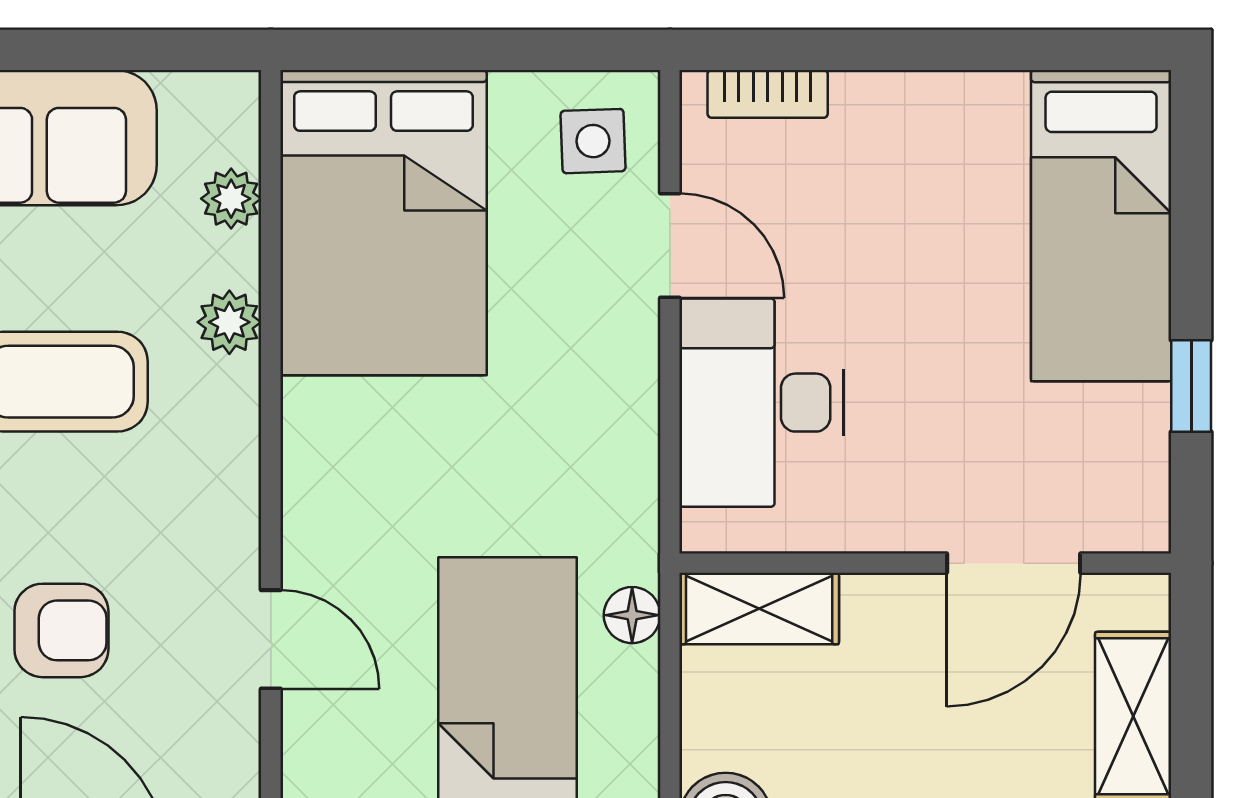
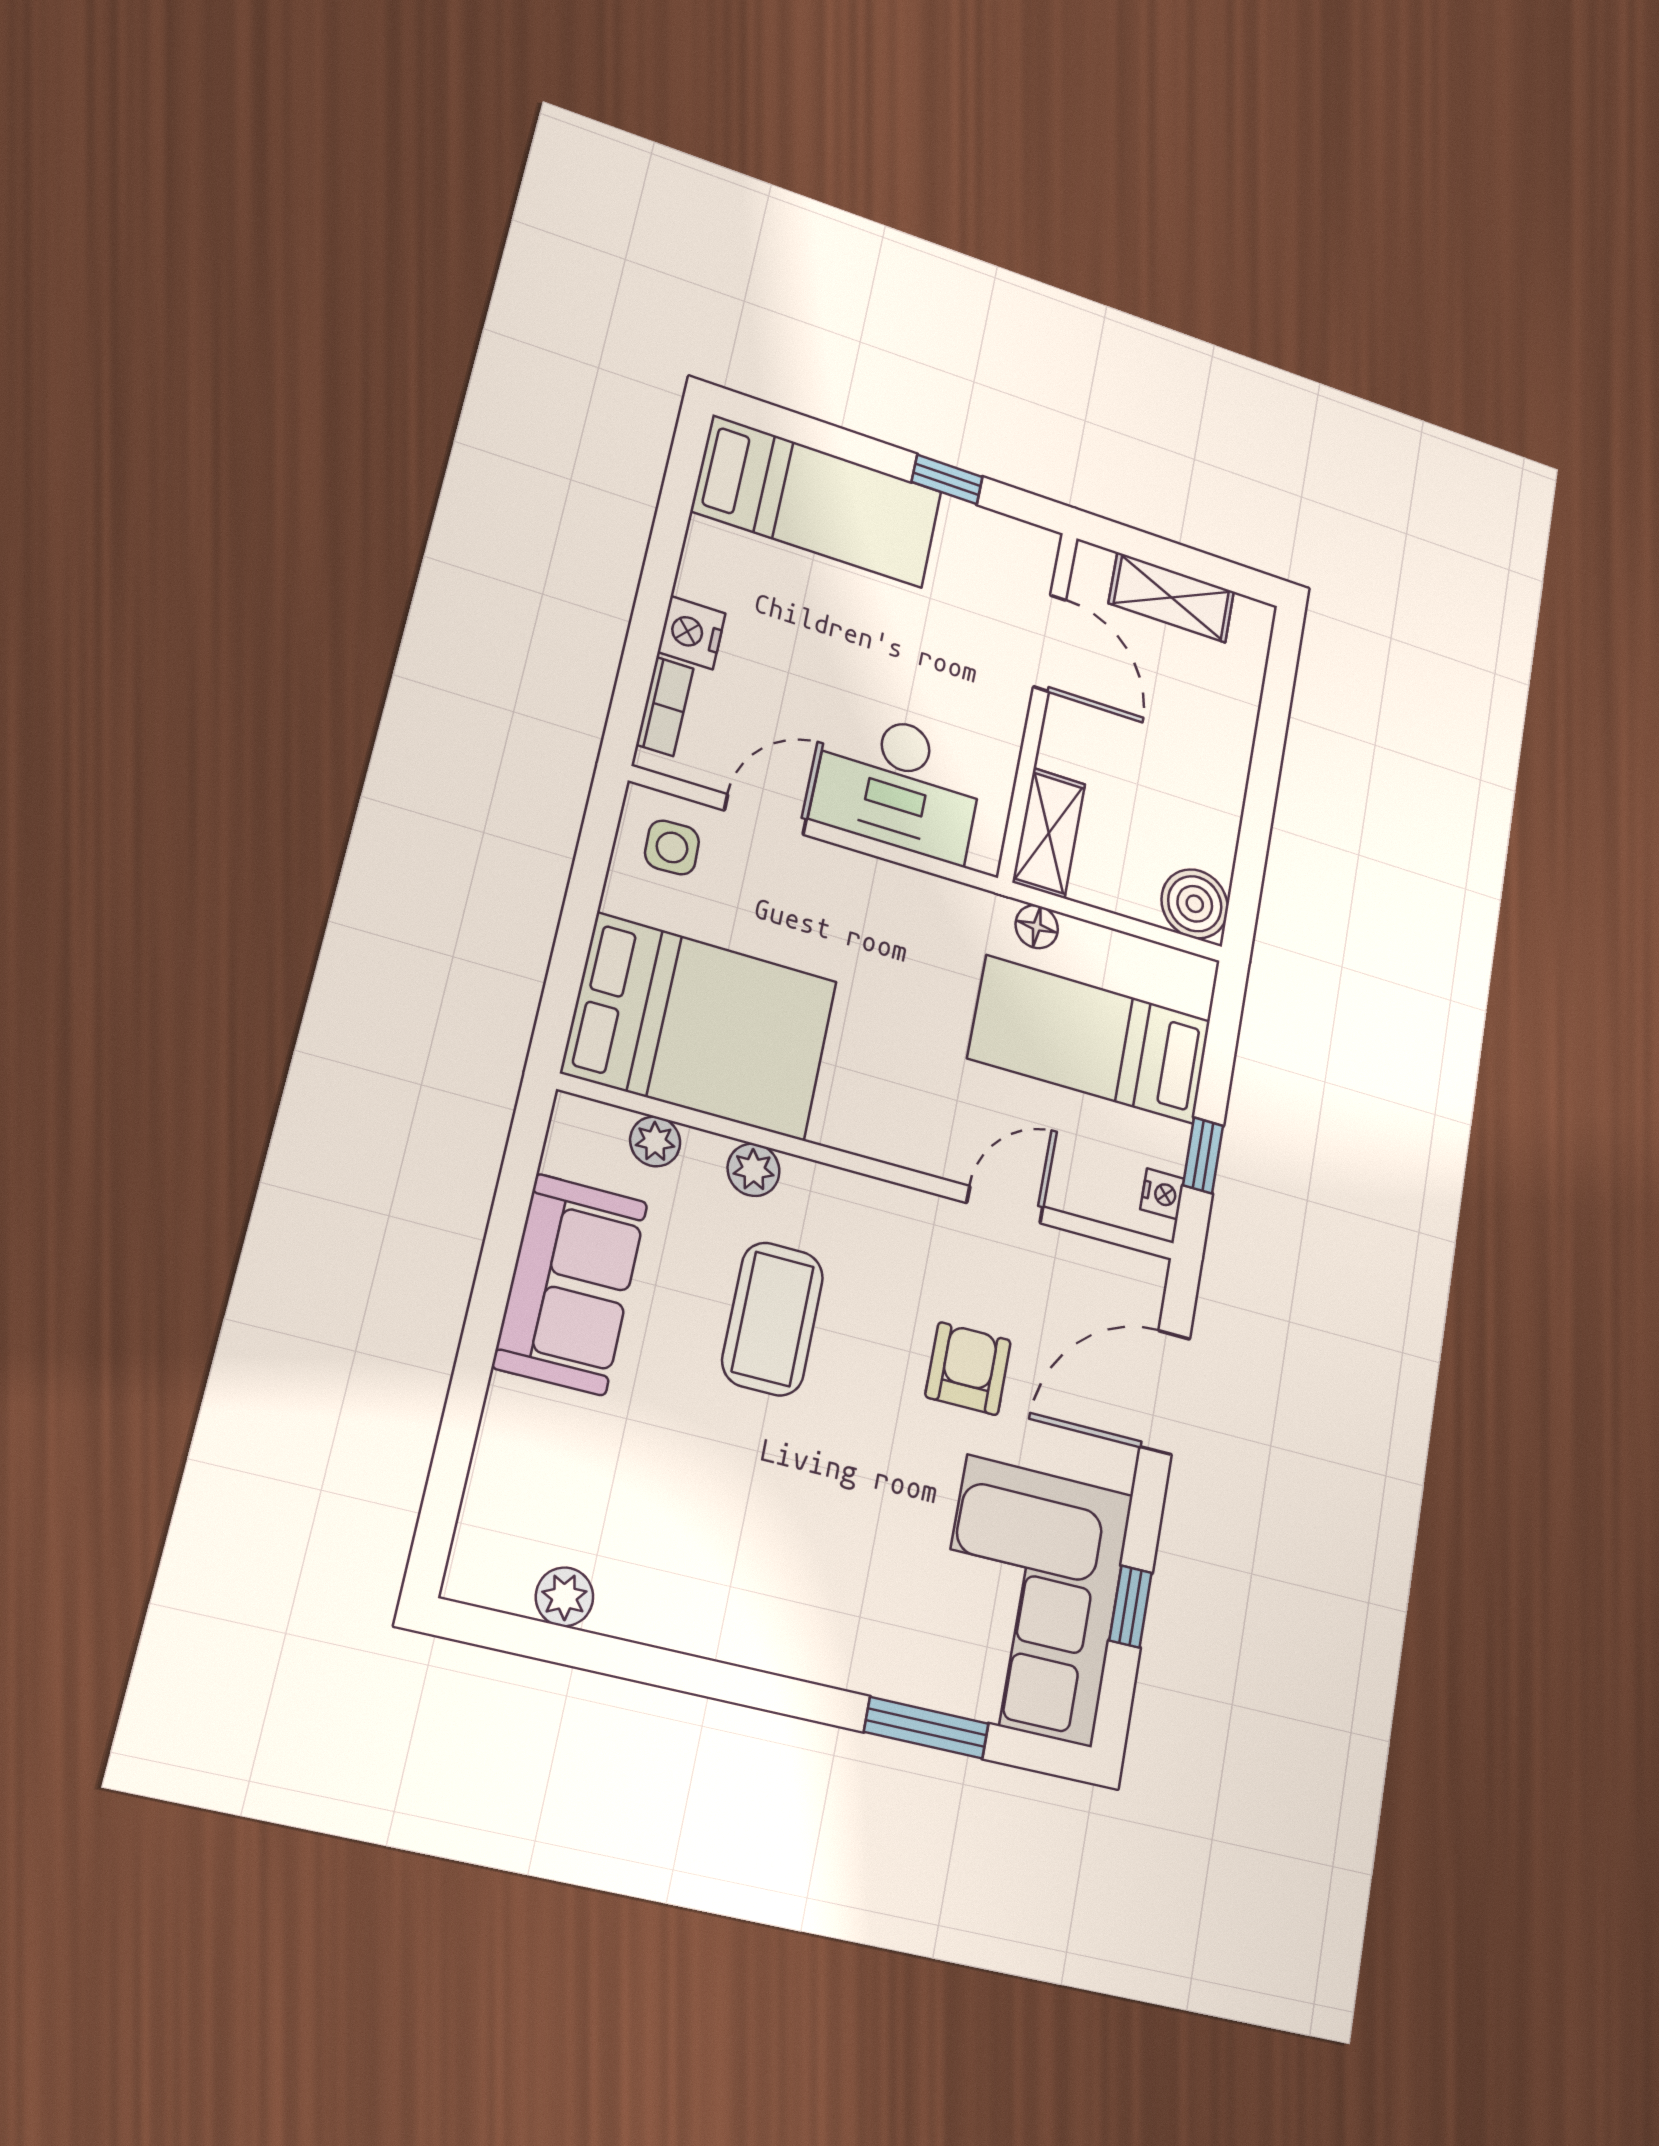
nightstand: (873, 106) -> (692, 633), added

